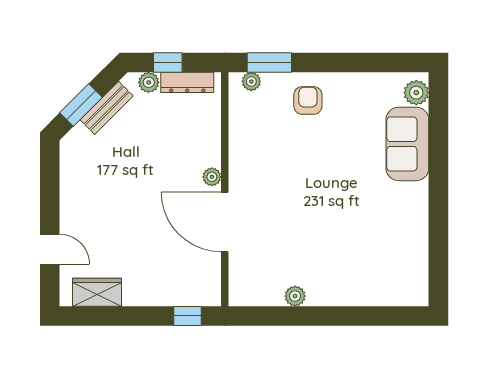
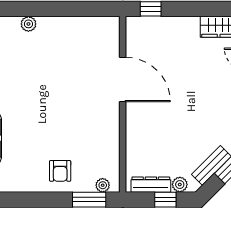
plant: (212, 177) -> (132, 114), removed
plant: (295, 296) -> (28, 24), moved

